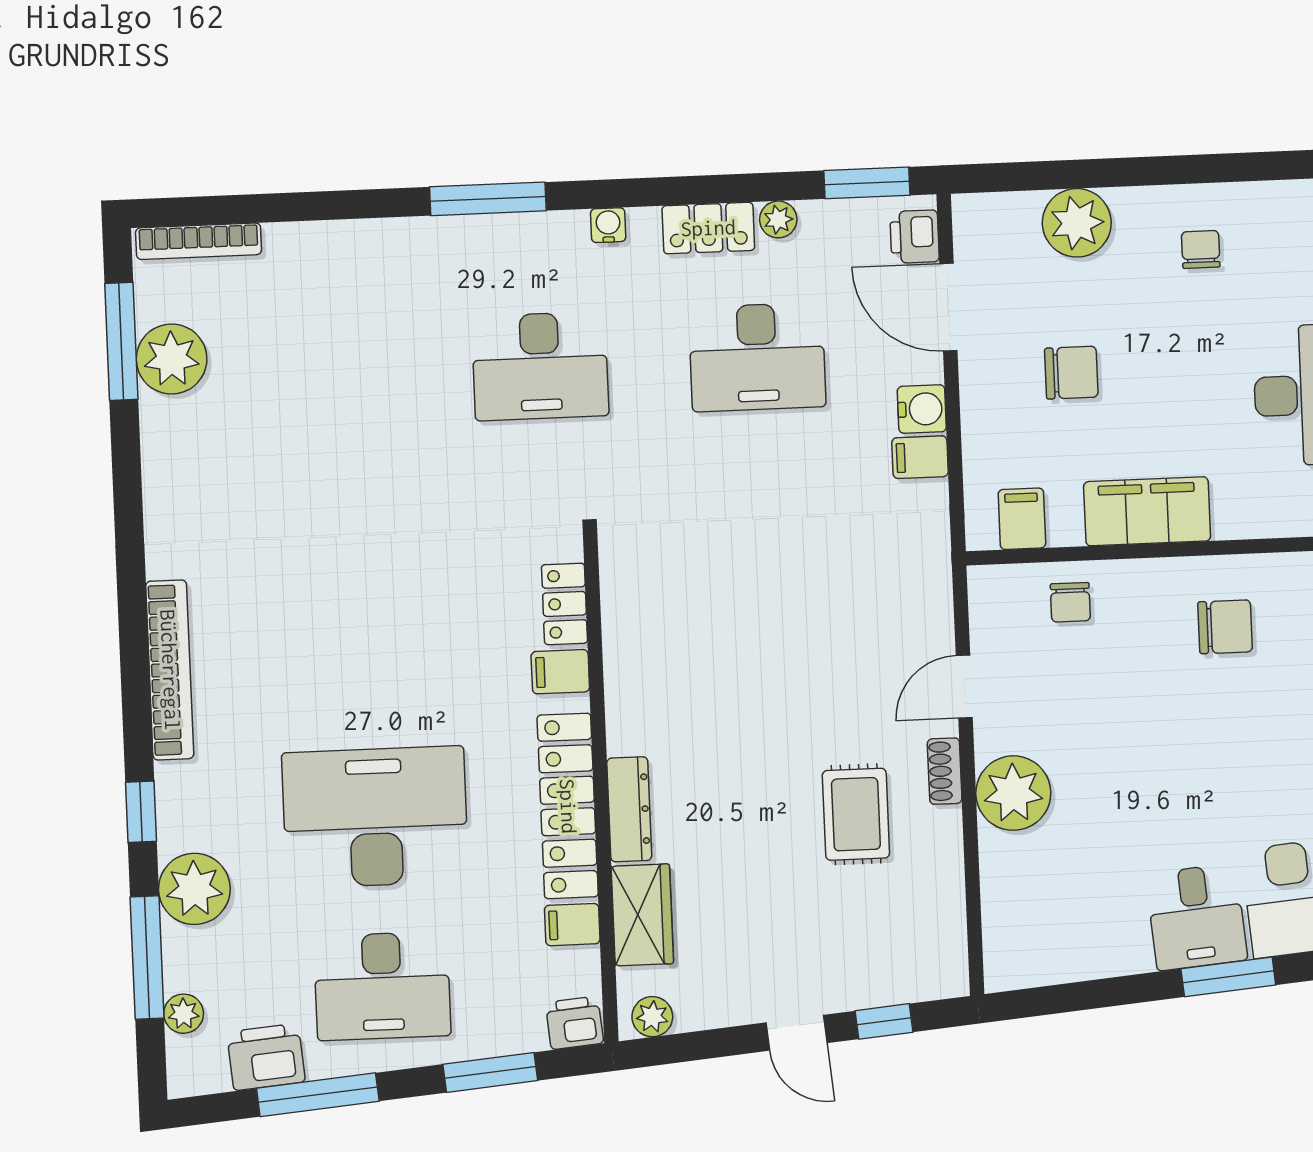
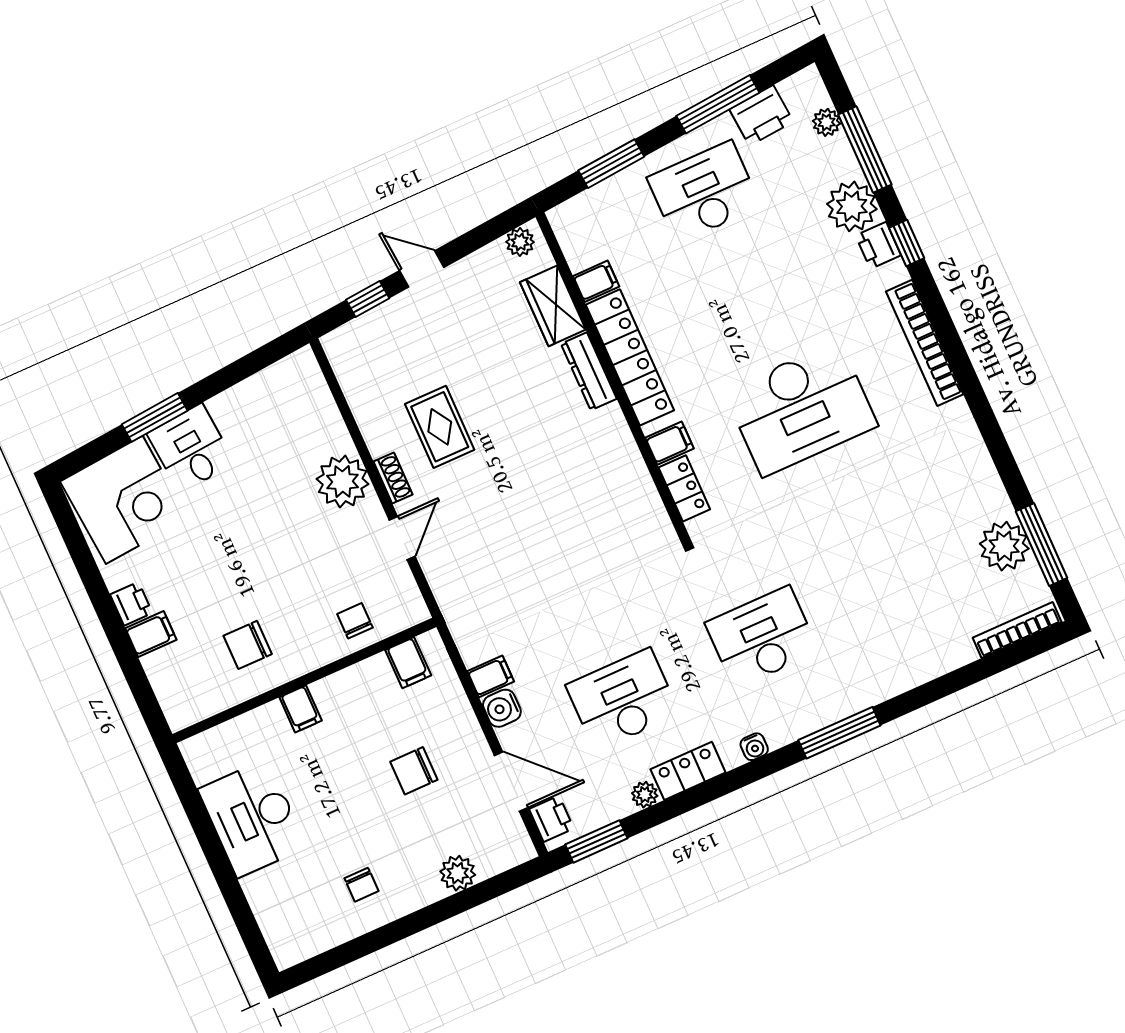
plant: (1077, 223) -> (458, 873), width x0.73, depth x0.73
filing cabinet: (1147, 511) -> (301, 709), width x0.33, depth x0.86
desk: (375, 817) -> (801, 408), moved
printer: (574, 1023) -> (878, 245), moved, turned 95

